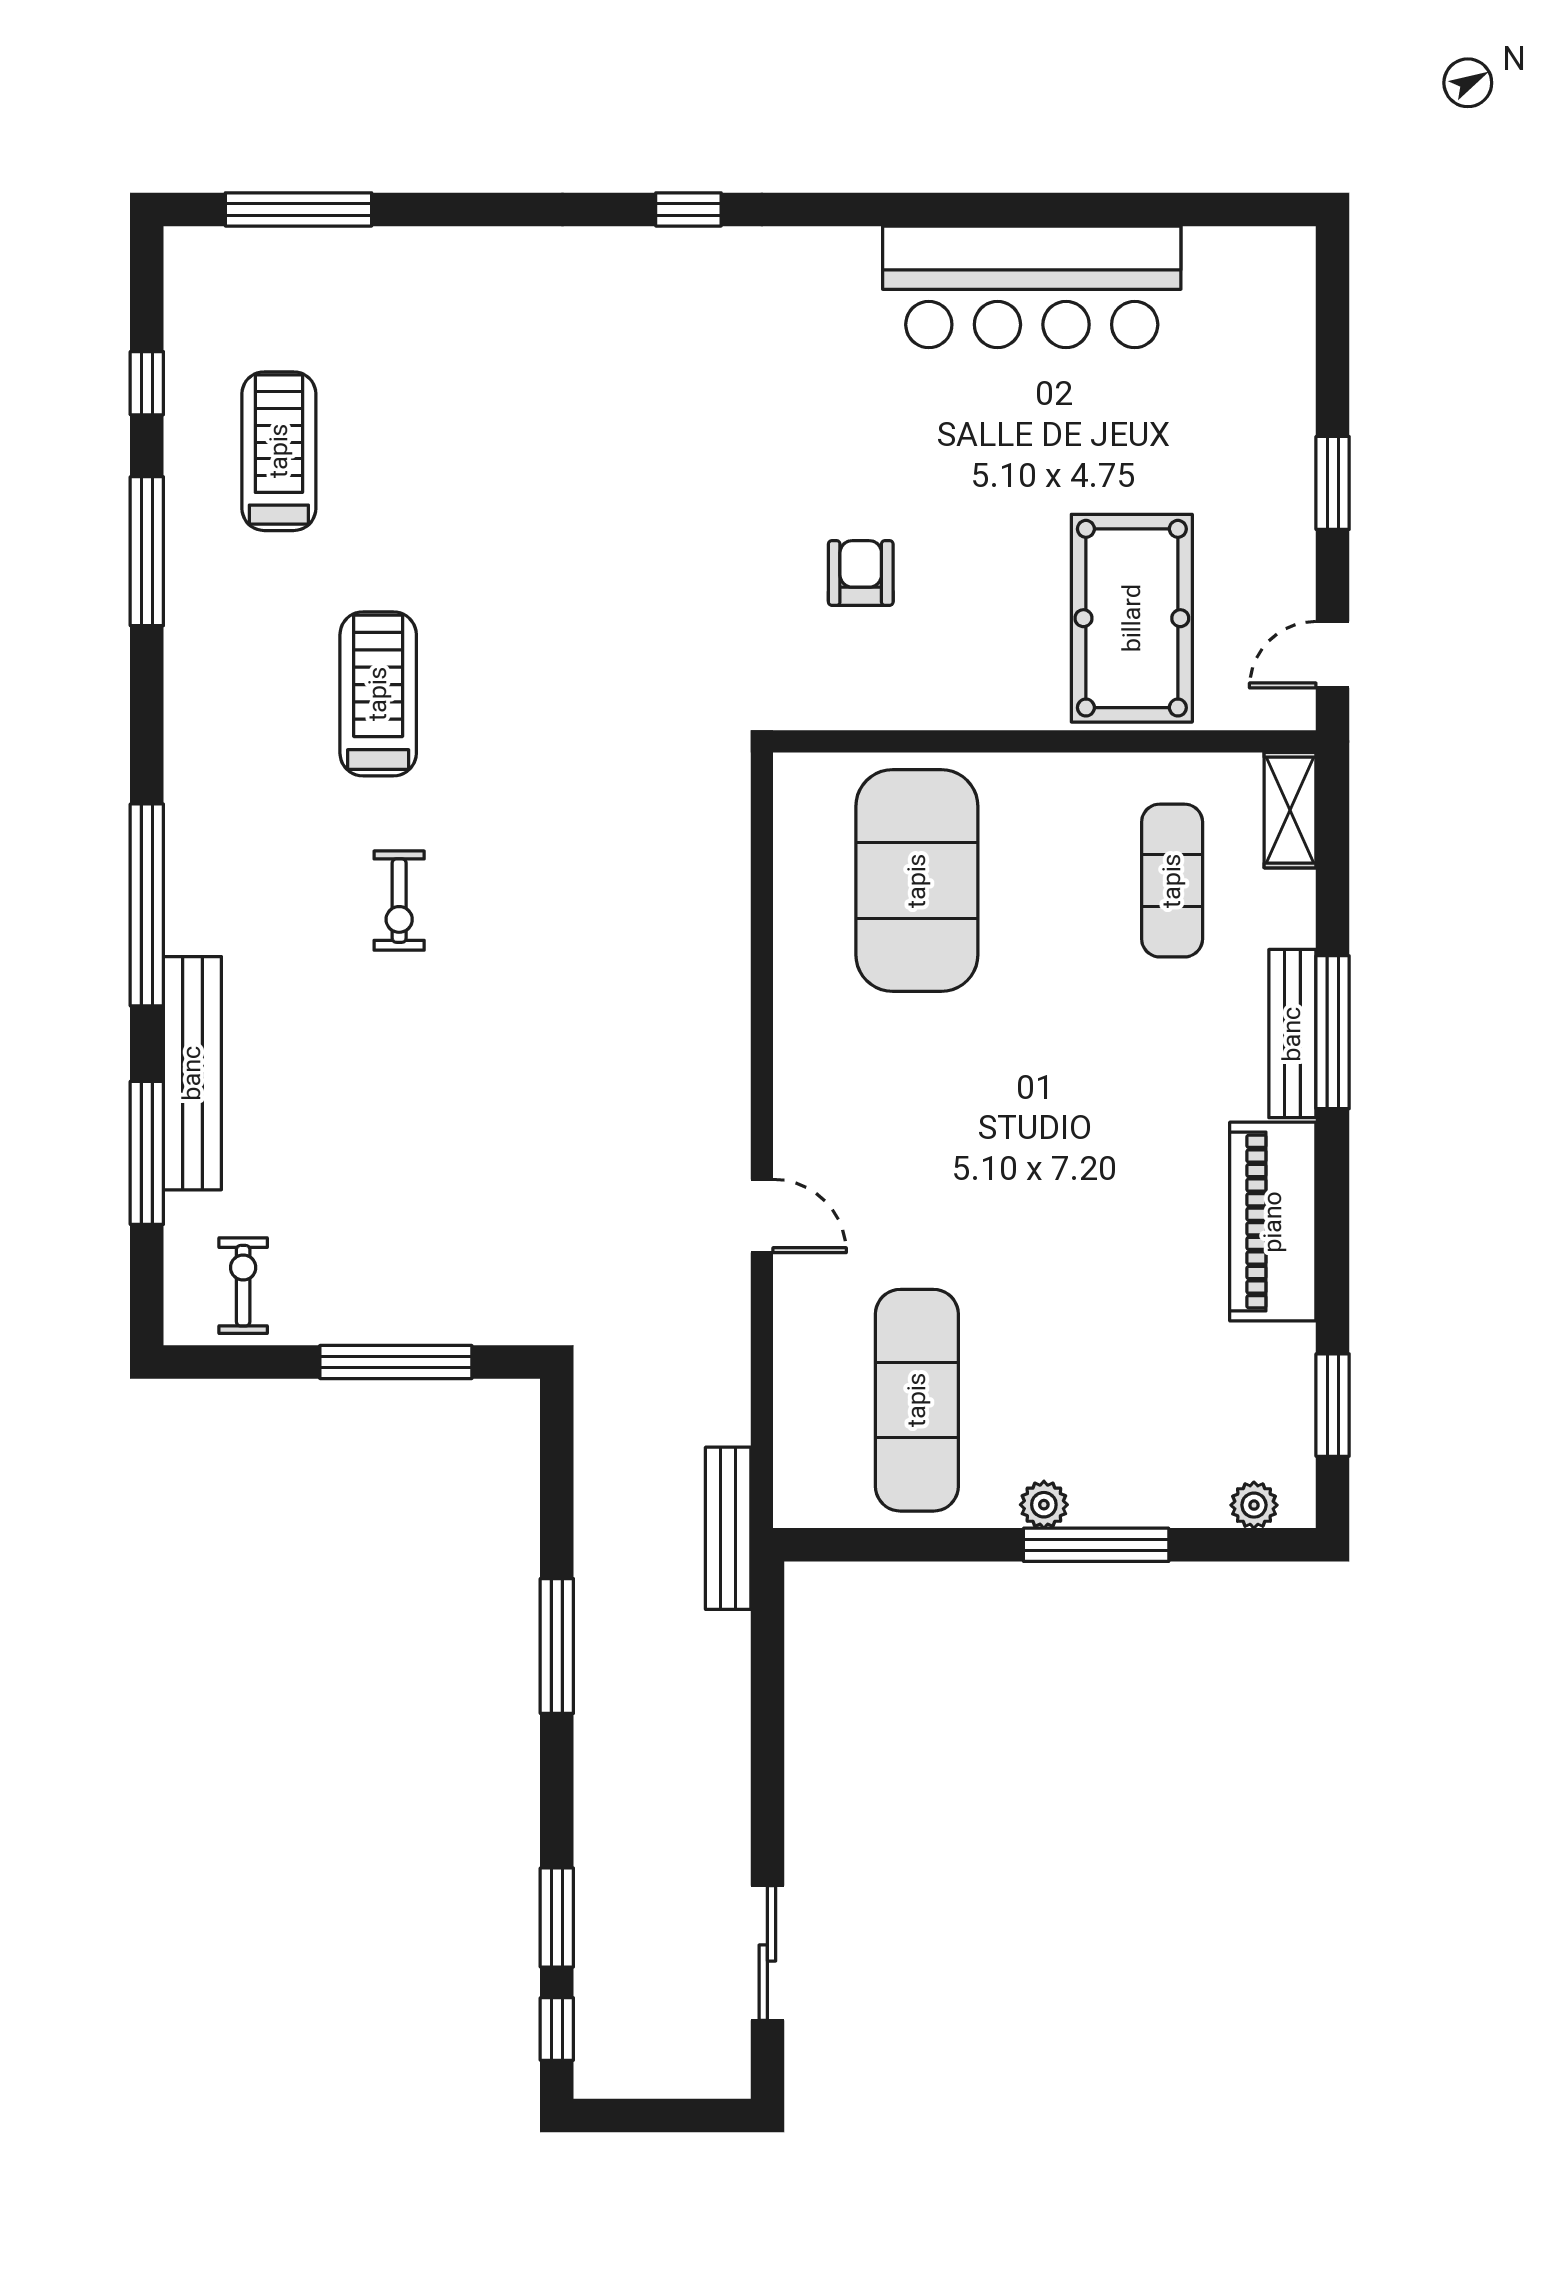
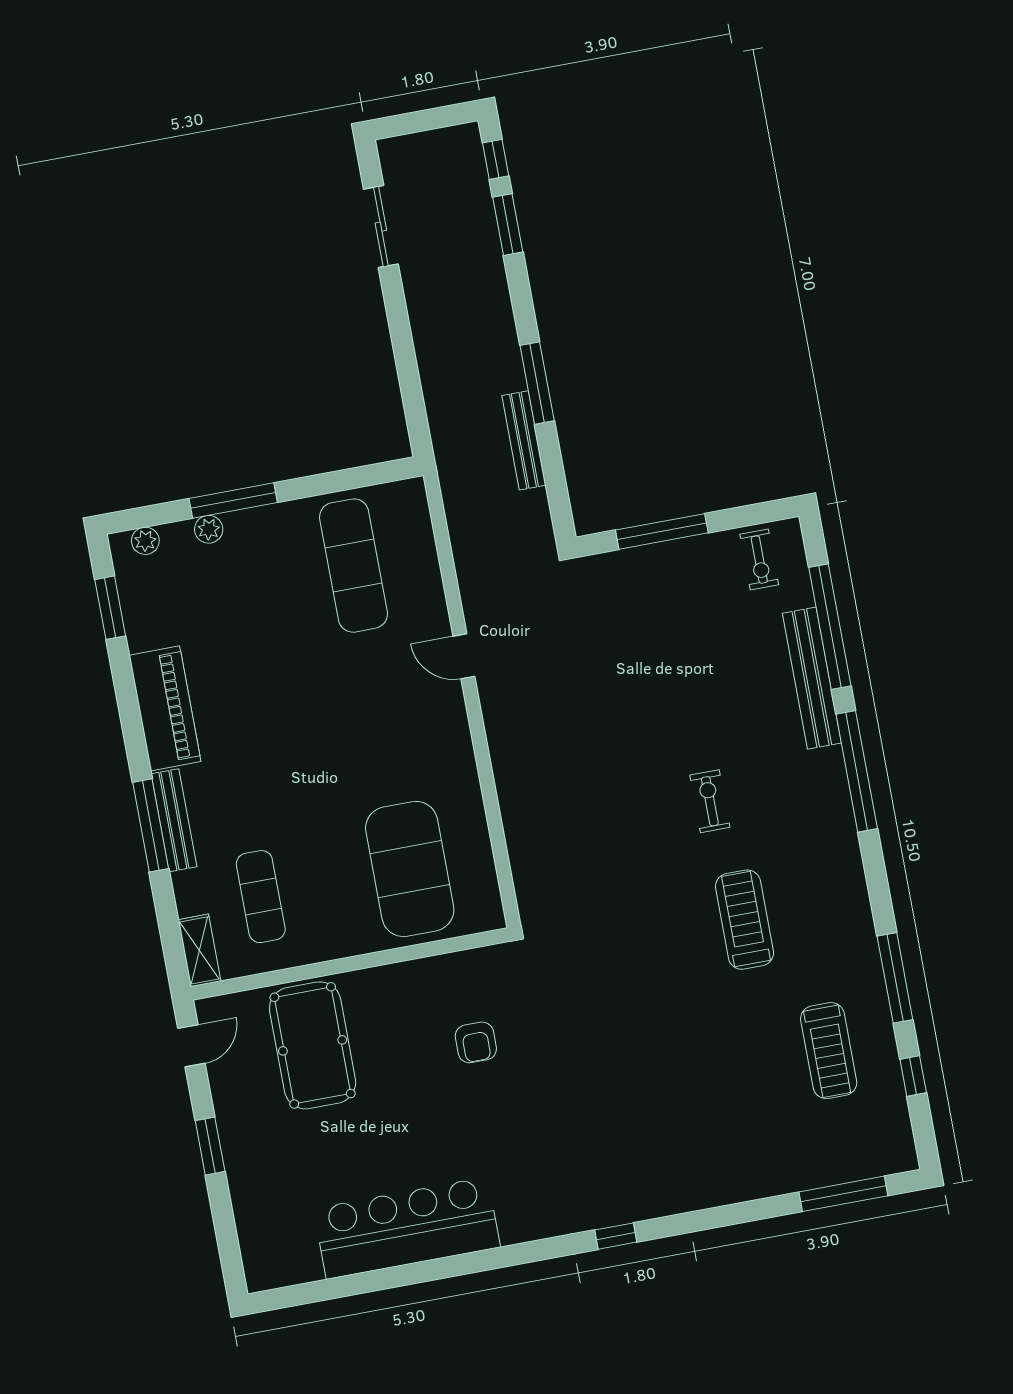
treadmill: (378, 694) -> (744, 920), turned 180
window: (147, 1153) -> (830, 627), width x1.46
plant: (1044, 1505) -> (209, 529), moved
bench: (728, 1528) -> (524, 440), moved

